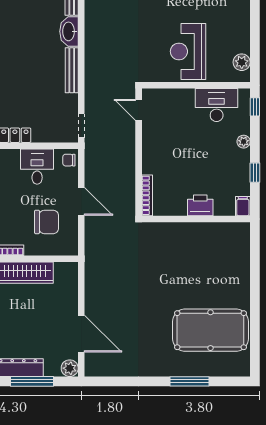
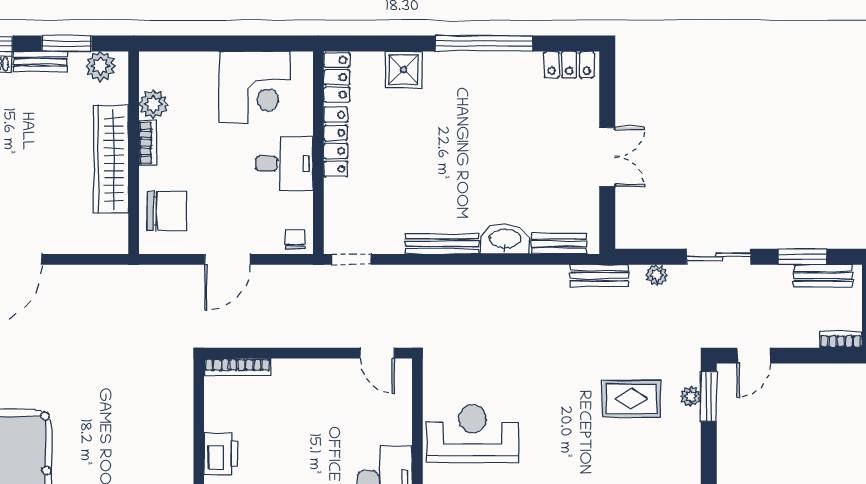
door: (139, 110) -> (377, 353), swing flipped
desk: (37, 167) -> (284, 164), moved
chair: (47, 222) -> (167, 211), moved, turned -90

